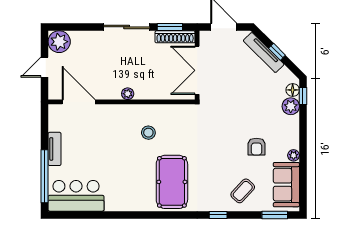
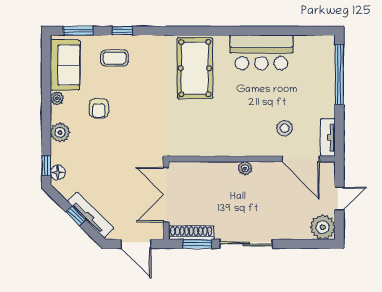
double door: (197, 70) -> (166, 195), swing flipped
plant: (291, 106) -> (60, 132), moved
stool: (148, 133) -> (285, 128), moved
armchair: (256, 147) -> (99, 108), turned 180
tv unit: (55, 149) -> (328, 137), moved
coffee table: (243, 191) -> (114, 58), turned 47
bar counter: (76, 196) -> (261, 52), moved
window: (218, 215) -> (122, 31), moved

